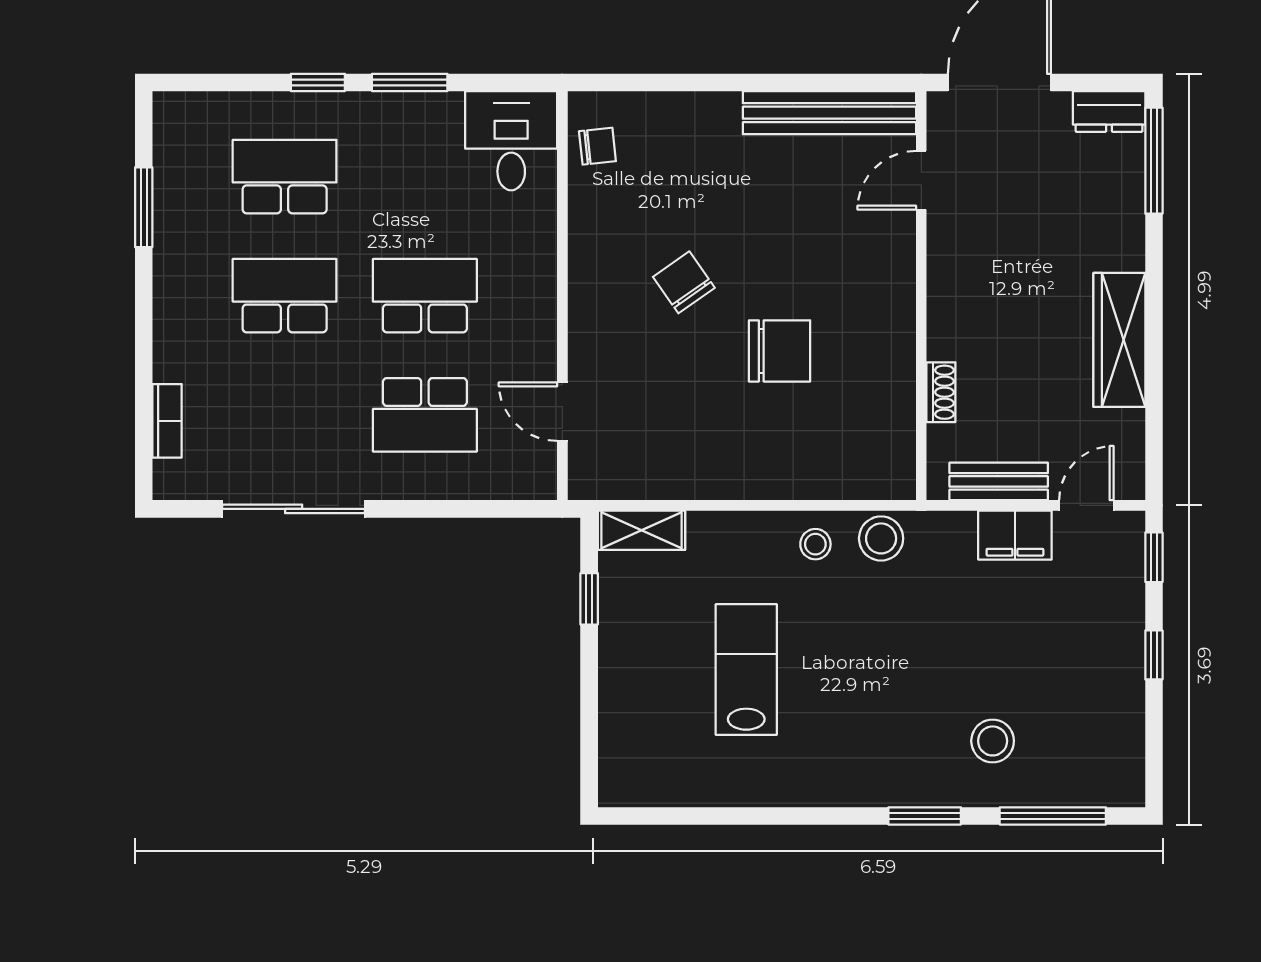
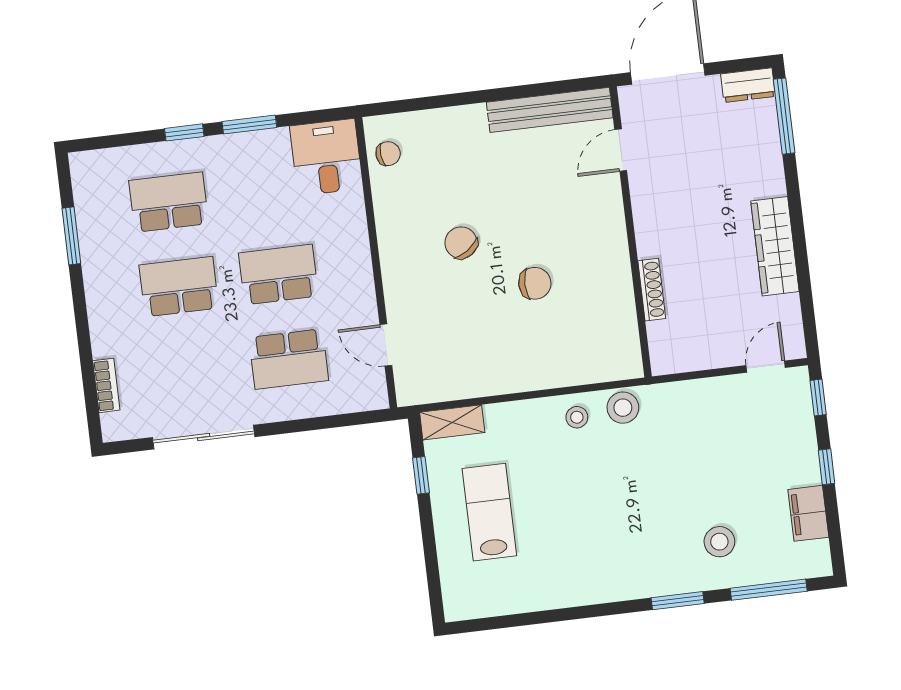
chair: (780, 351) -> (535, 283), width x0.73, depth x0.73
shoe rack: (941, 392) -> (652, 290), width x1.43
bench: (999, 481) -> (701, 357), removed
filing cabinet: (1015, 535) -> (808, 513), moved, turned 90
lab bench: (746, 670) -> (489, 512), moved

